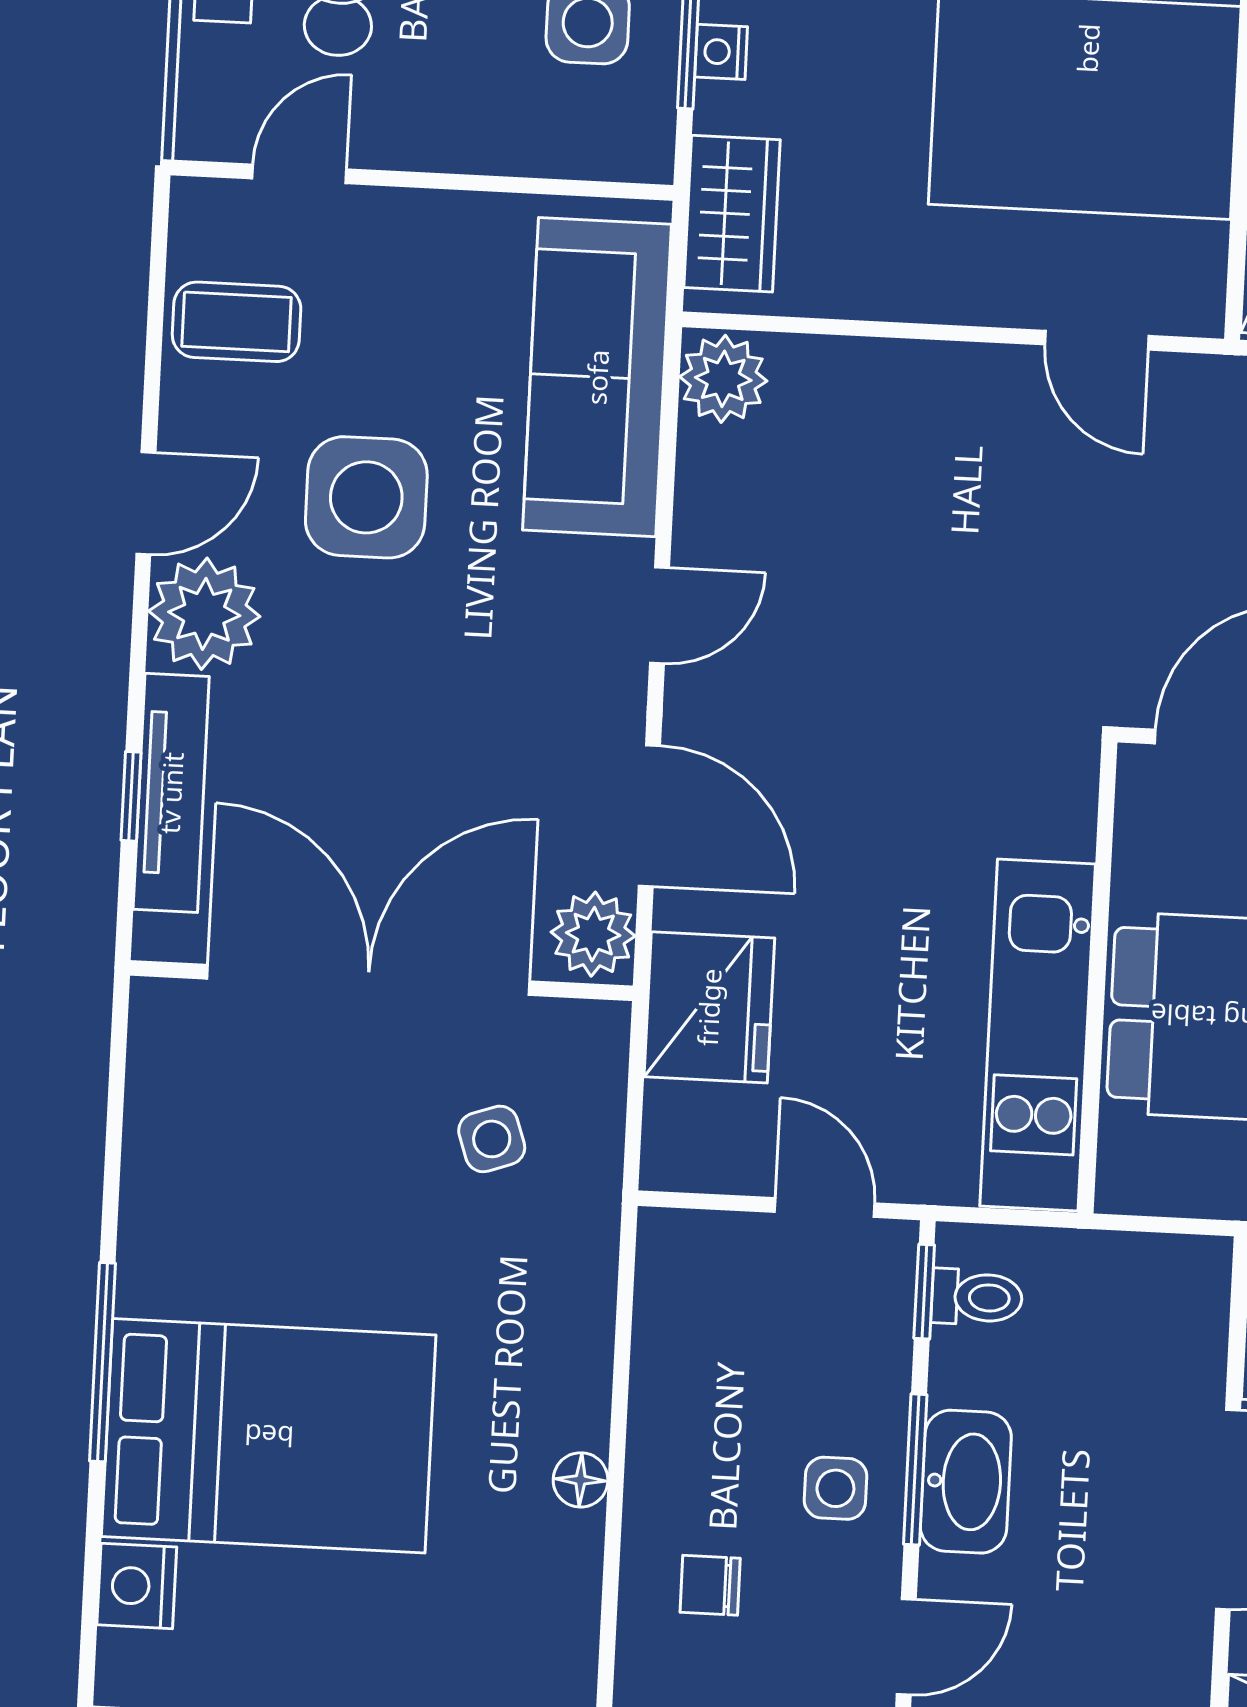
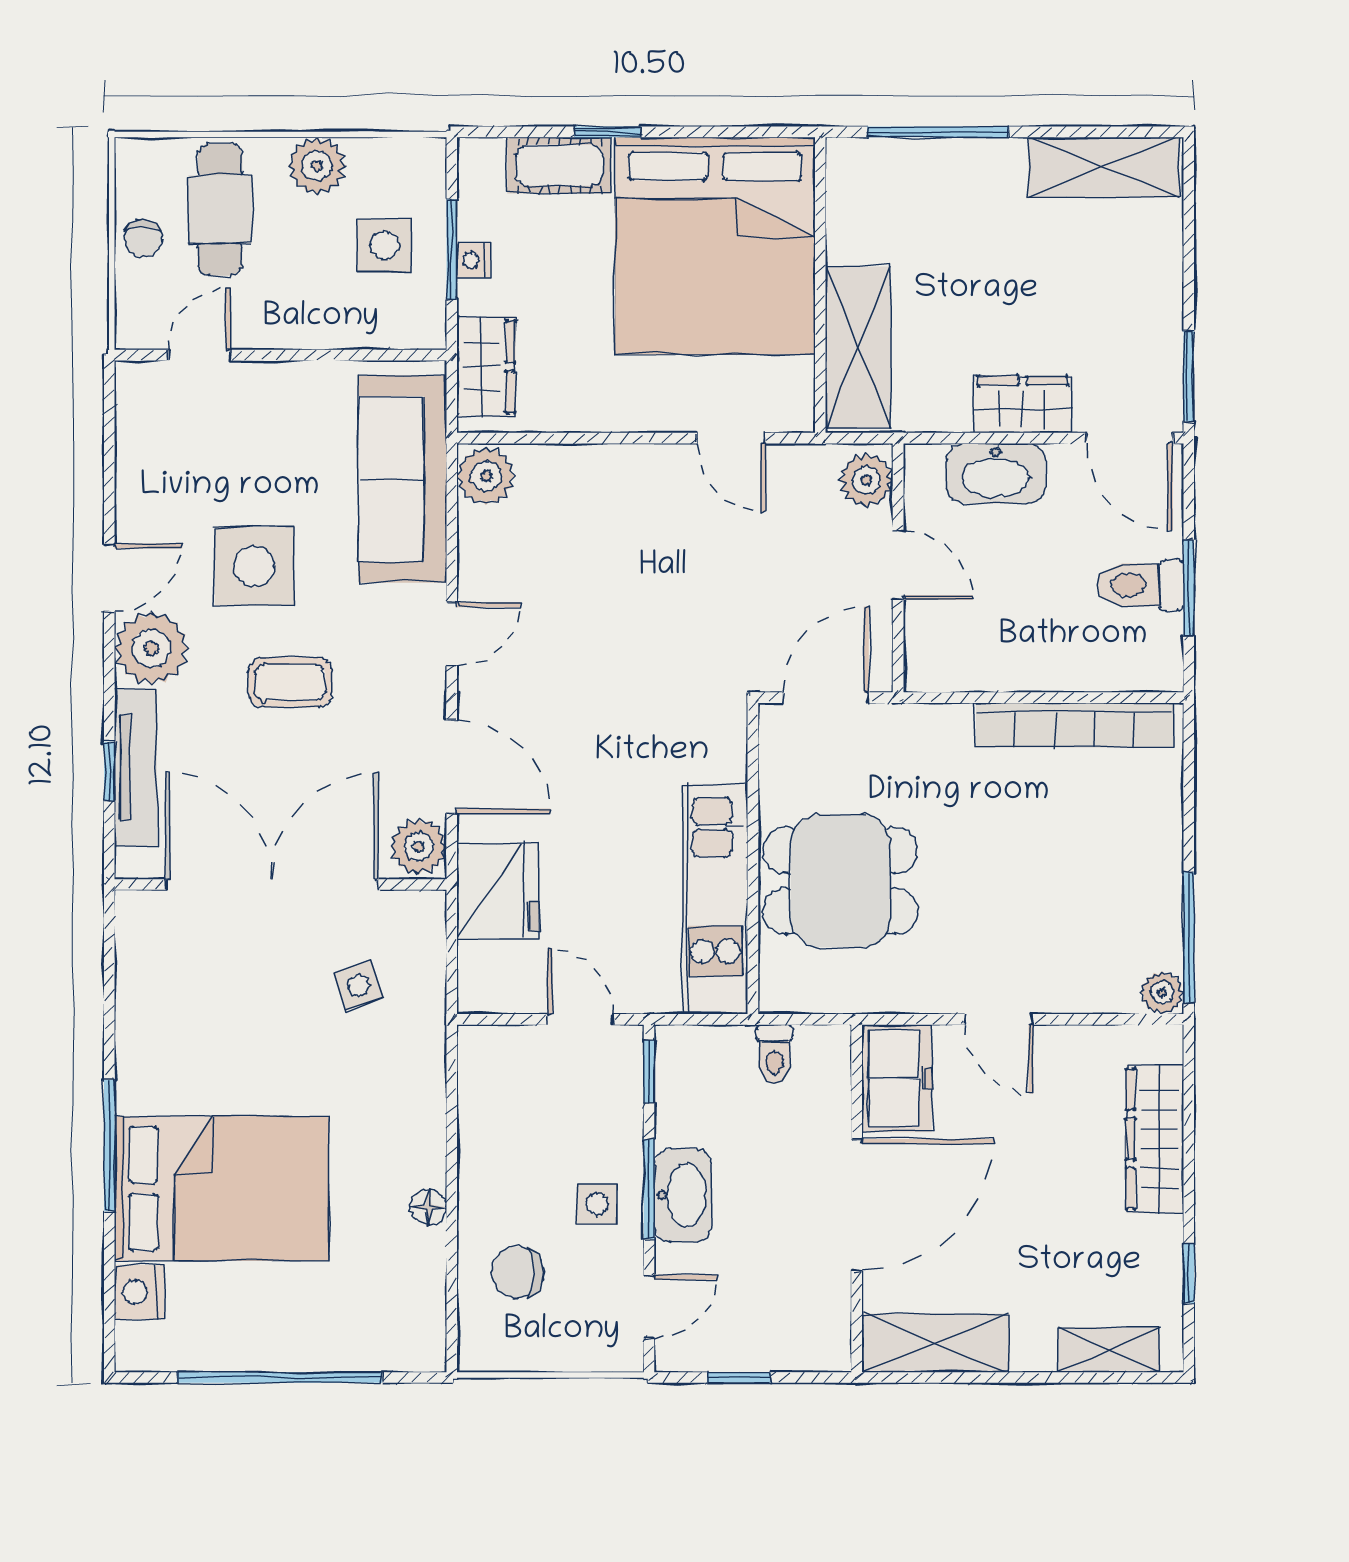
coffee table: (237, 322) -> (290, 682), moved
toilet: (977, 1297) -> (774, 1054), moved, turned 90
chair: (710, 1585) -> (518, 1272), width x1.37, depth x1.37

